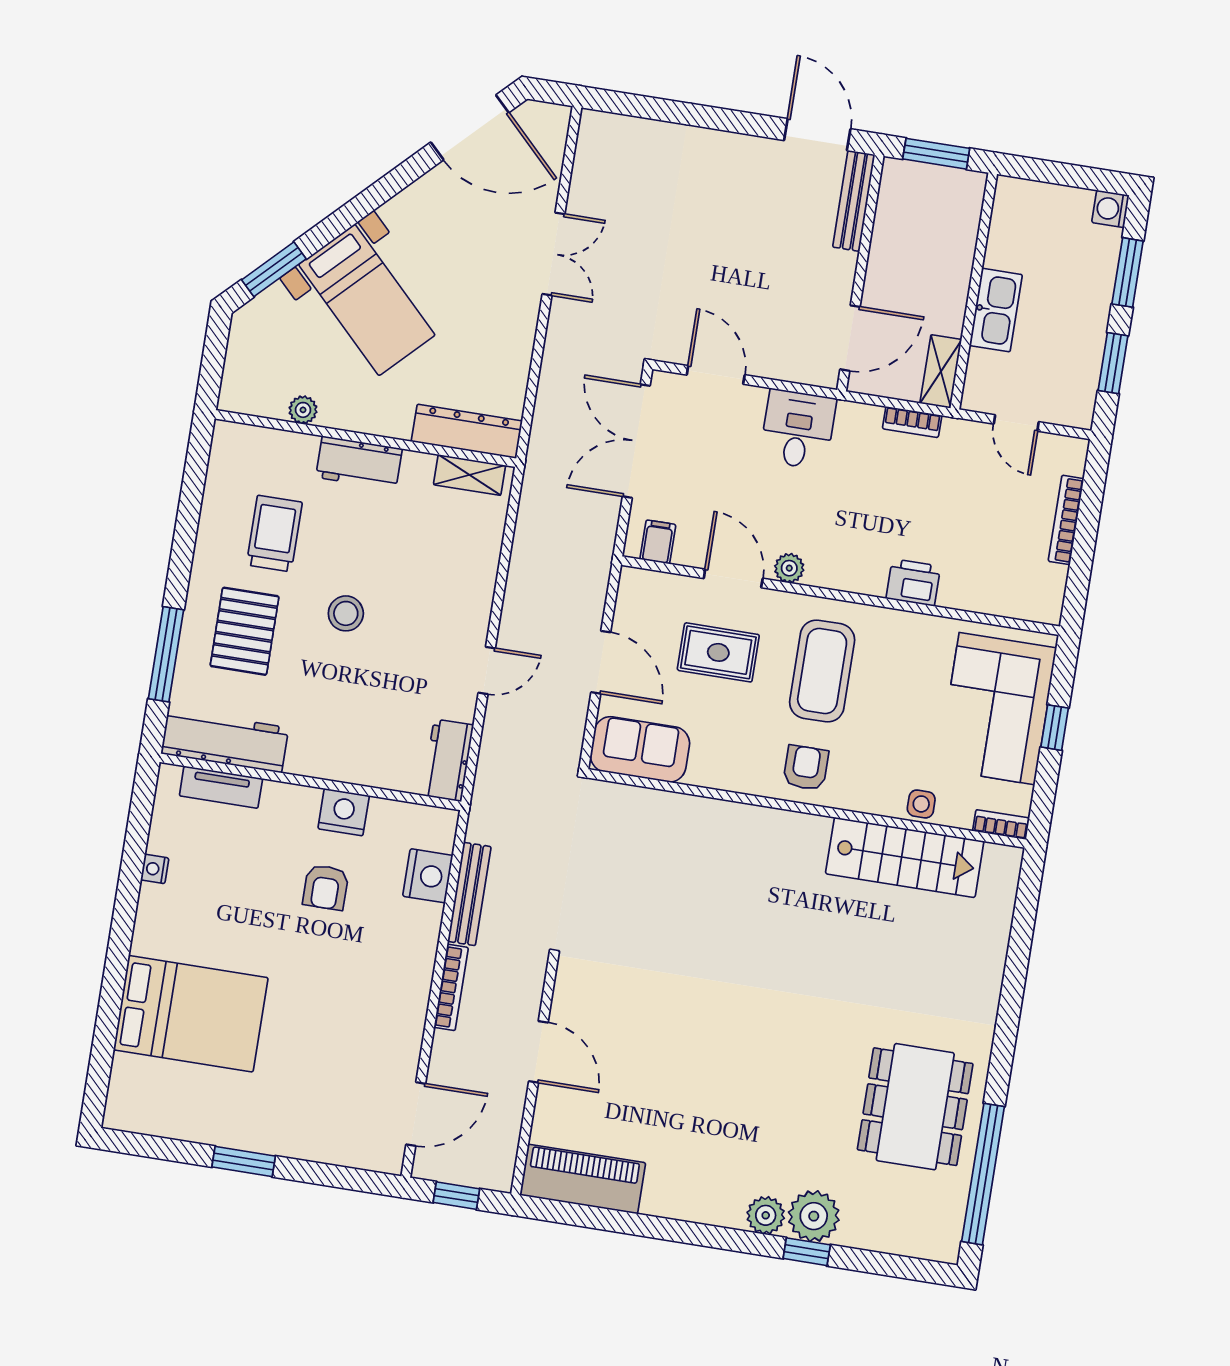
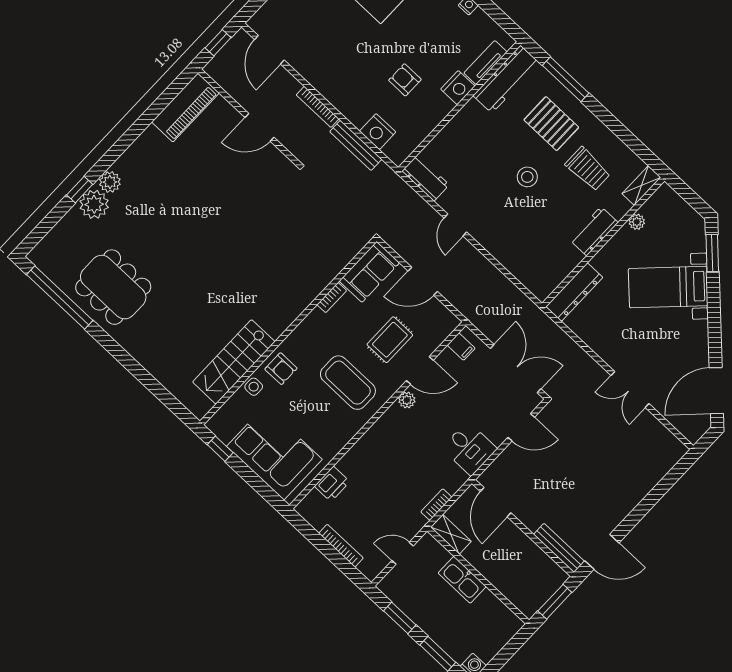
shelving: (470, 475) -> (641, 186), moved
printer: (913, 582) -> (332, 484), moved
window: (1055, 728) -> (220, 449), moved
armchair: (806, 768) -> (281, 369), moved
nightstand: (344, 812) -> (458, 88), moved
bookcase: (1001, 824) -> (332, 298), moved

